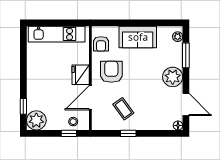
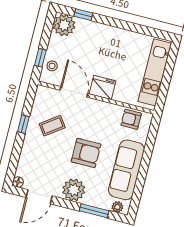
sofa: (138, 37) -> (126, 170), width x1.36
armchair: (111, 72) -> (86, 153), moved

